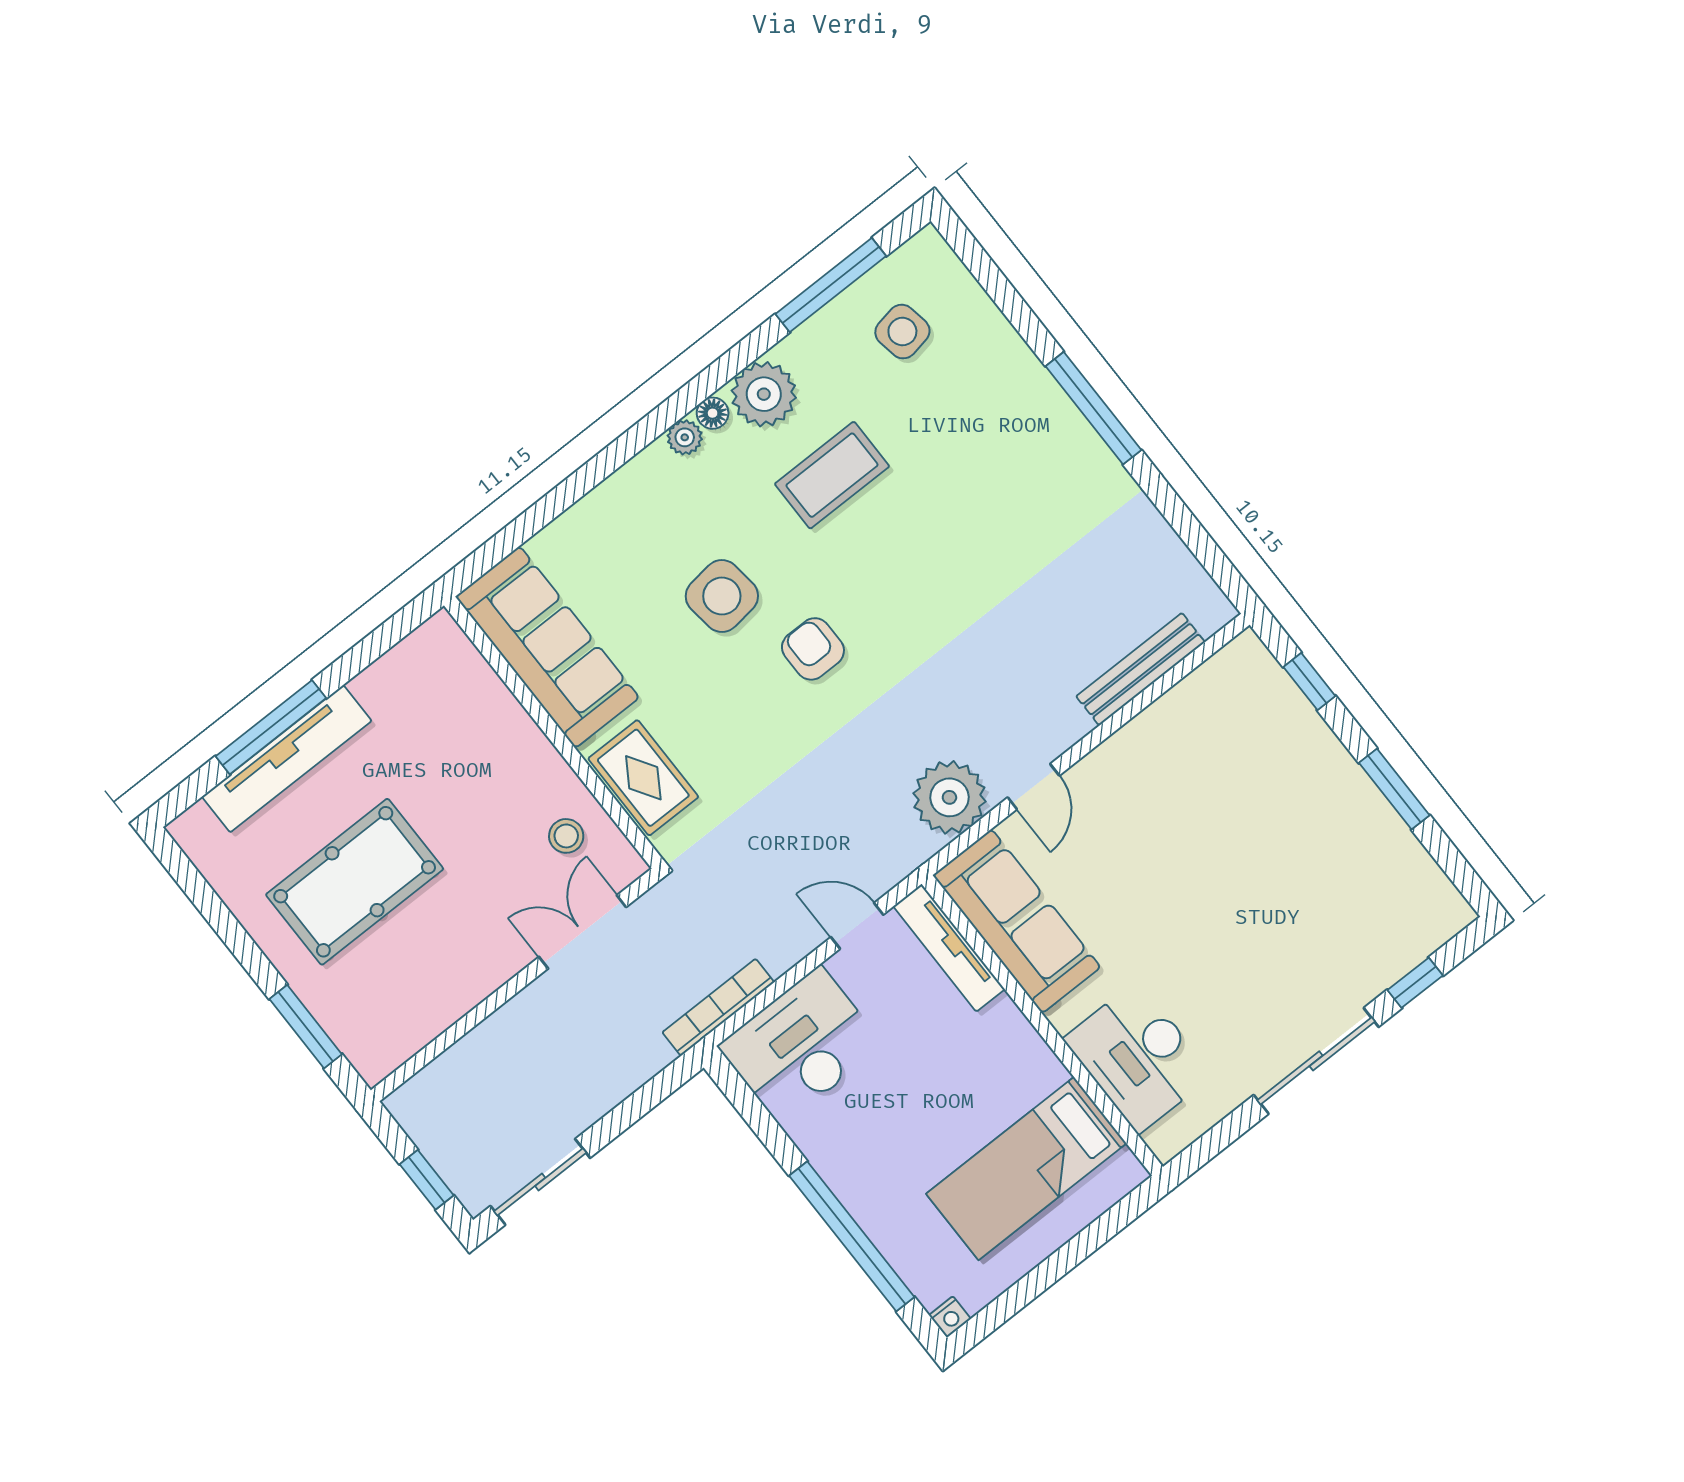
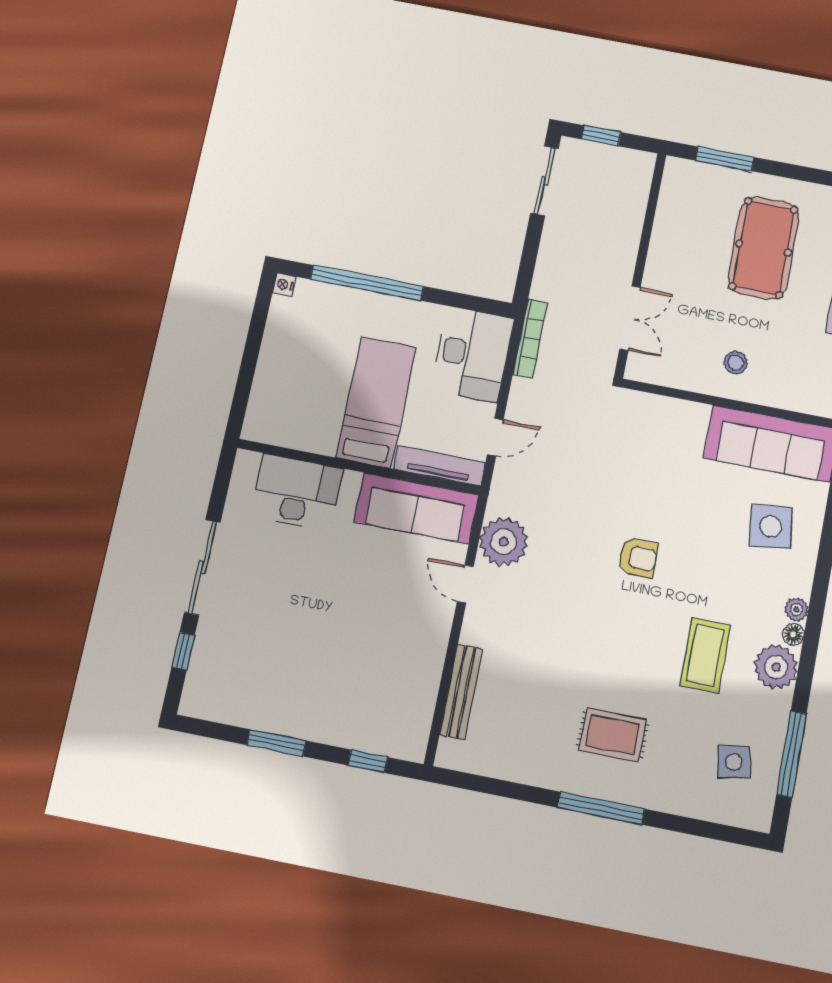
side table: (722, 596) -> (771, 526), moved
rug: (643, 778) -> (613, 735), moved
stool: (566, 836) -> (736, 363), moved
bed: (1026, 1169) -> (376, 402), moved

